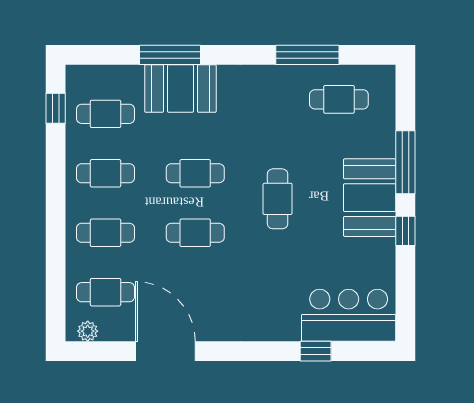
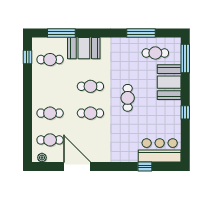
window: (170, 55) -> (61, 33), moved
window: (405, 162) -> (185, 58), moved
cafe table: (106, 173) -> (50, 86), removed
booth: (370, 198) -> (169, 82), moved

